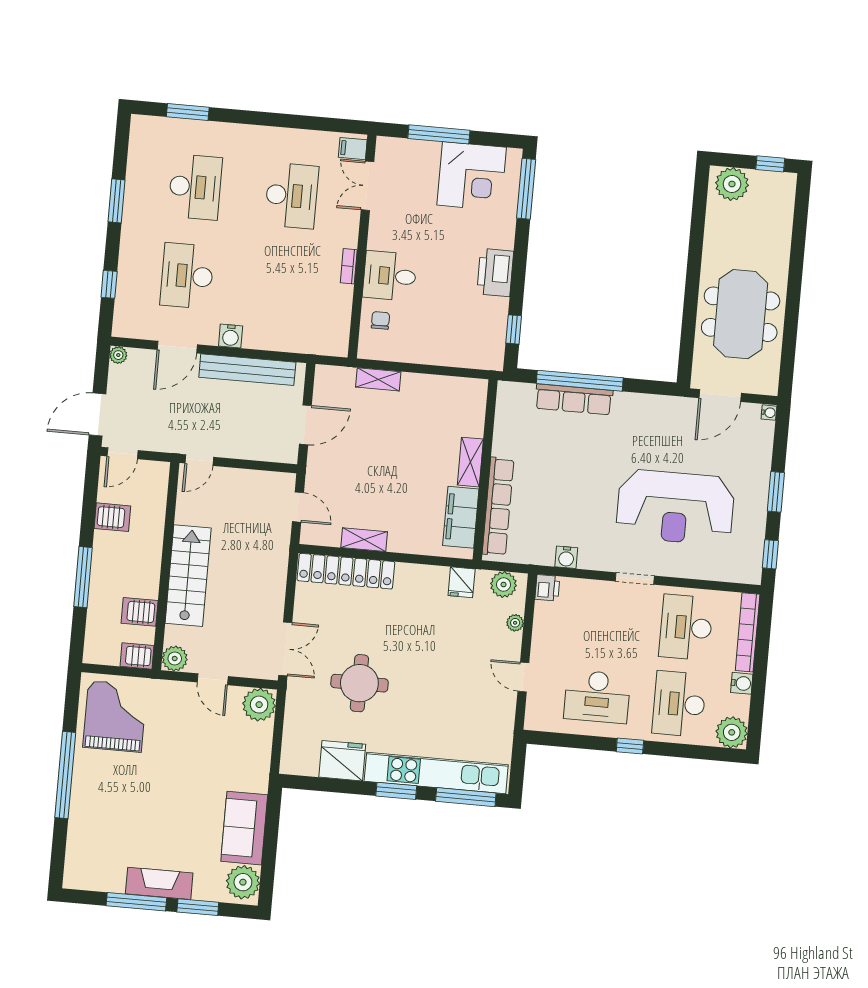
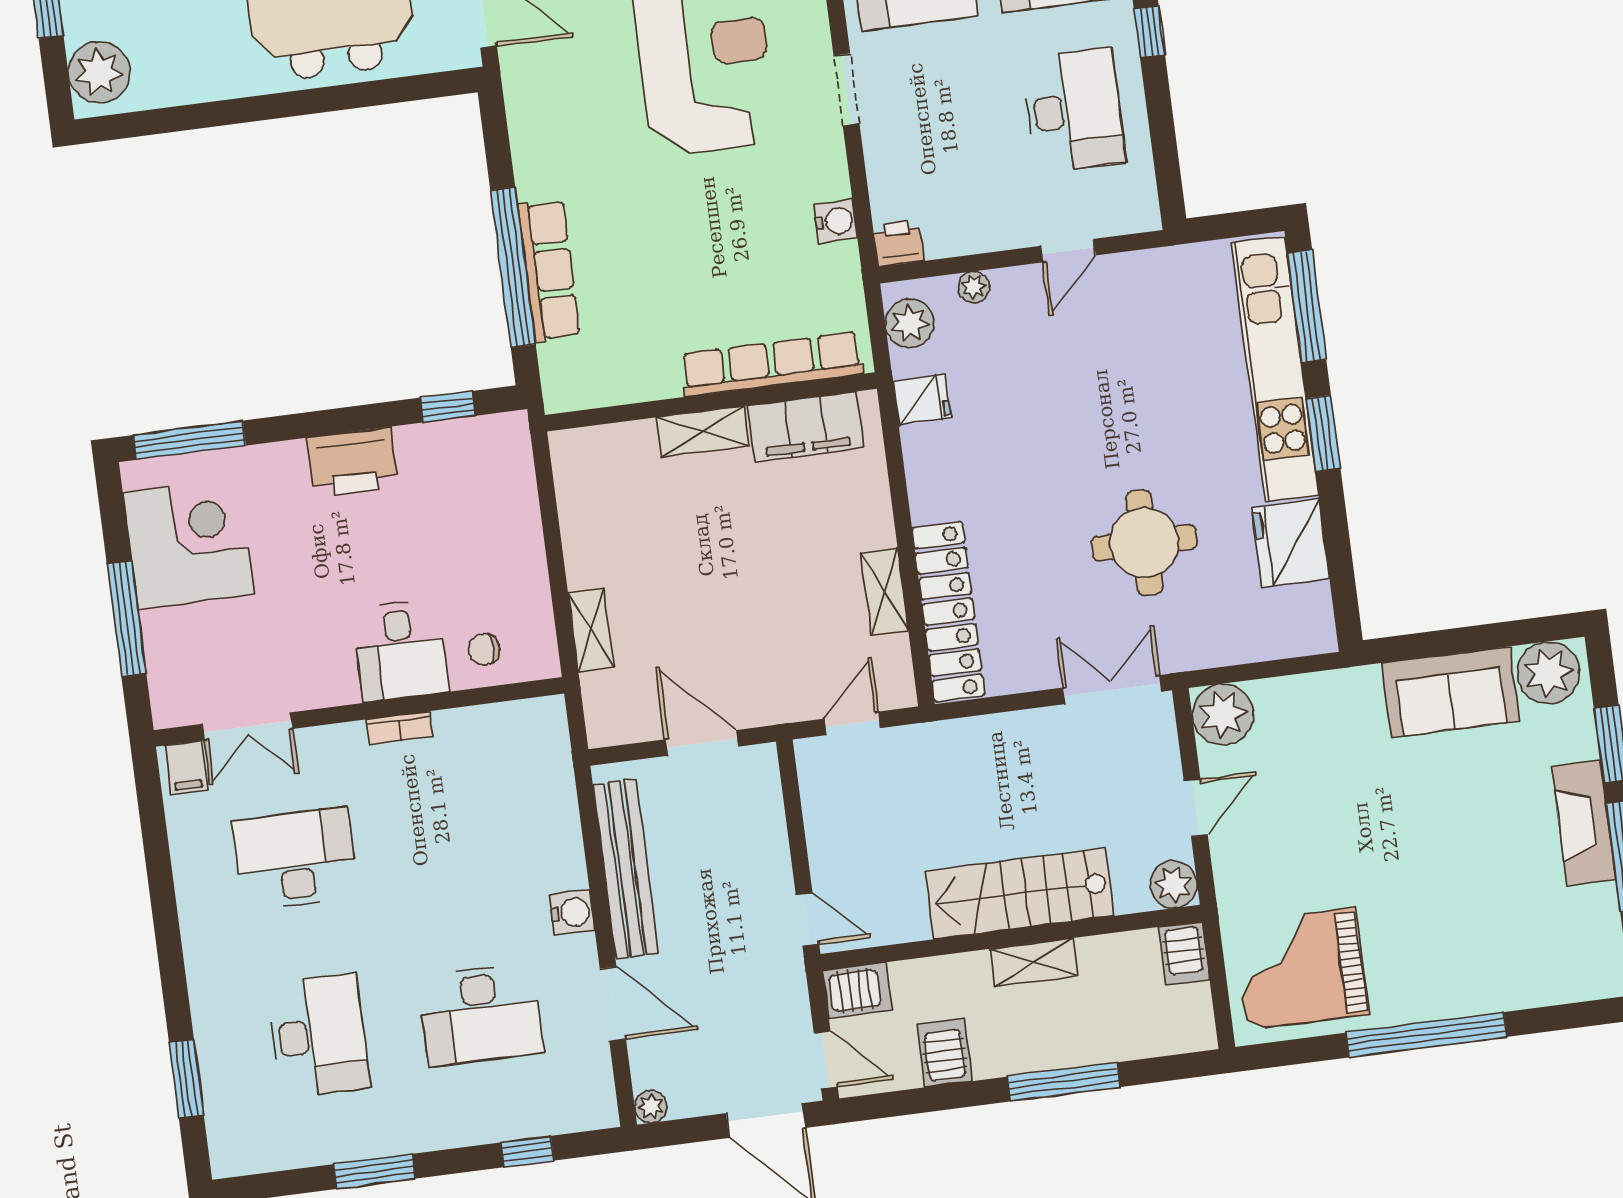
desk: (195, 187) -> (318, 1036), turned 90
shelving: (150, 575) -> (1033, 962), added
server rack: (140, 612) -> (857, 990), moved, turned -90

